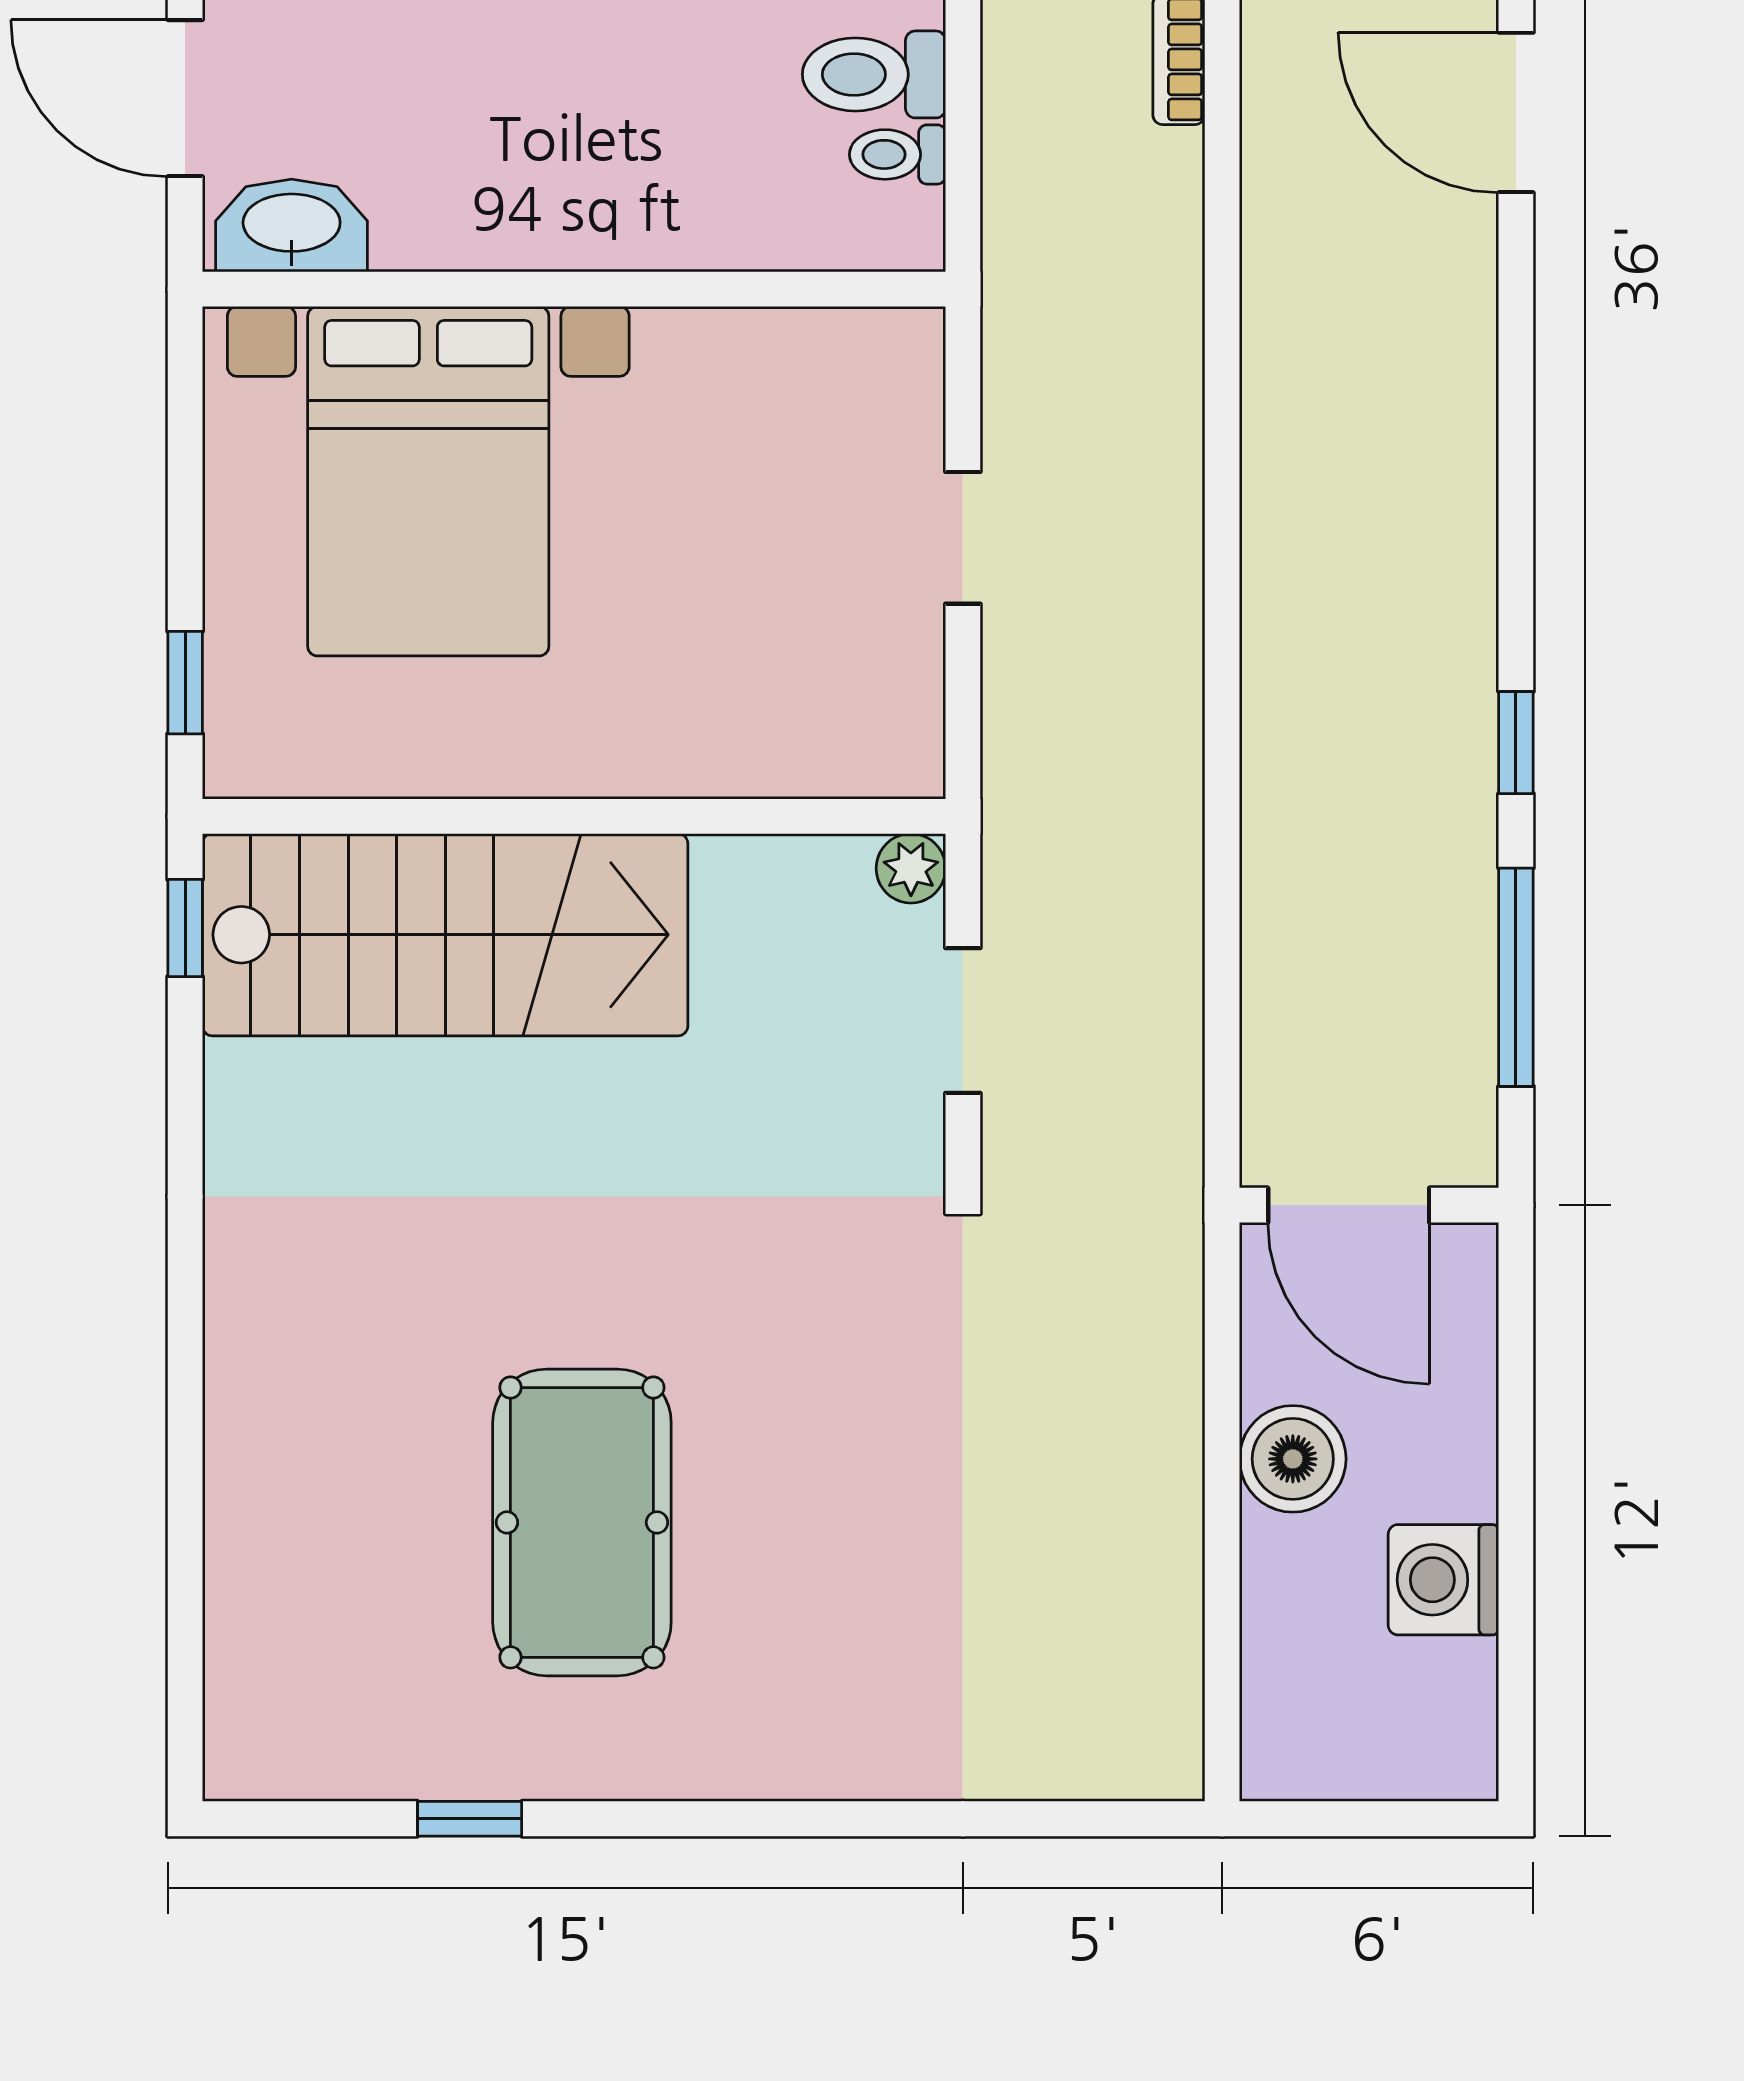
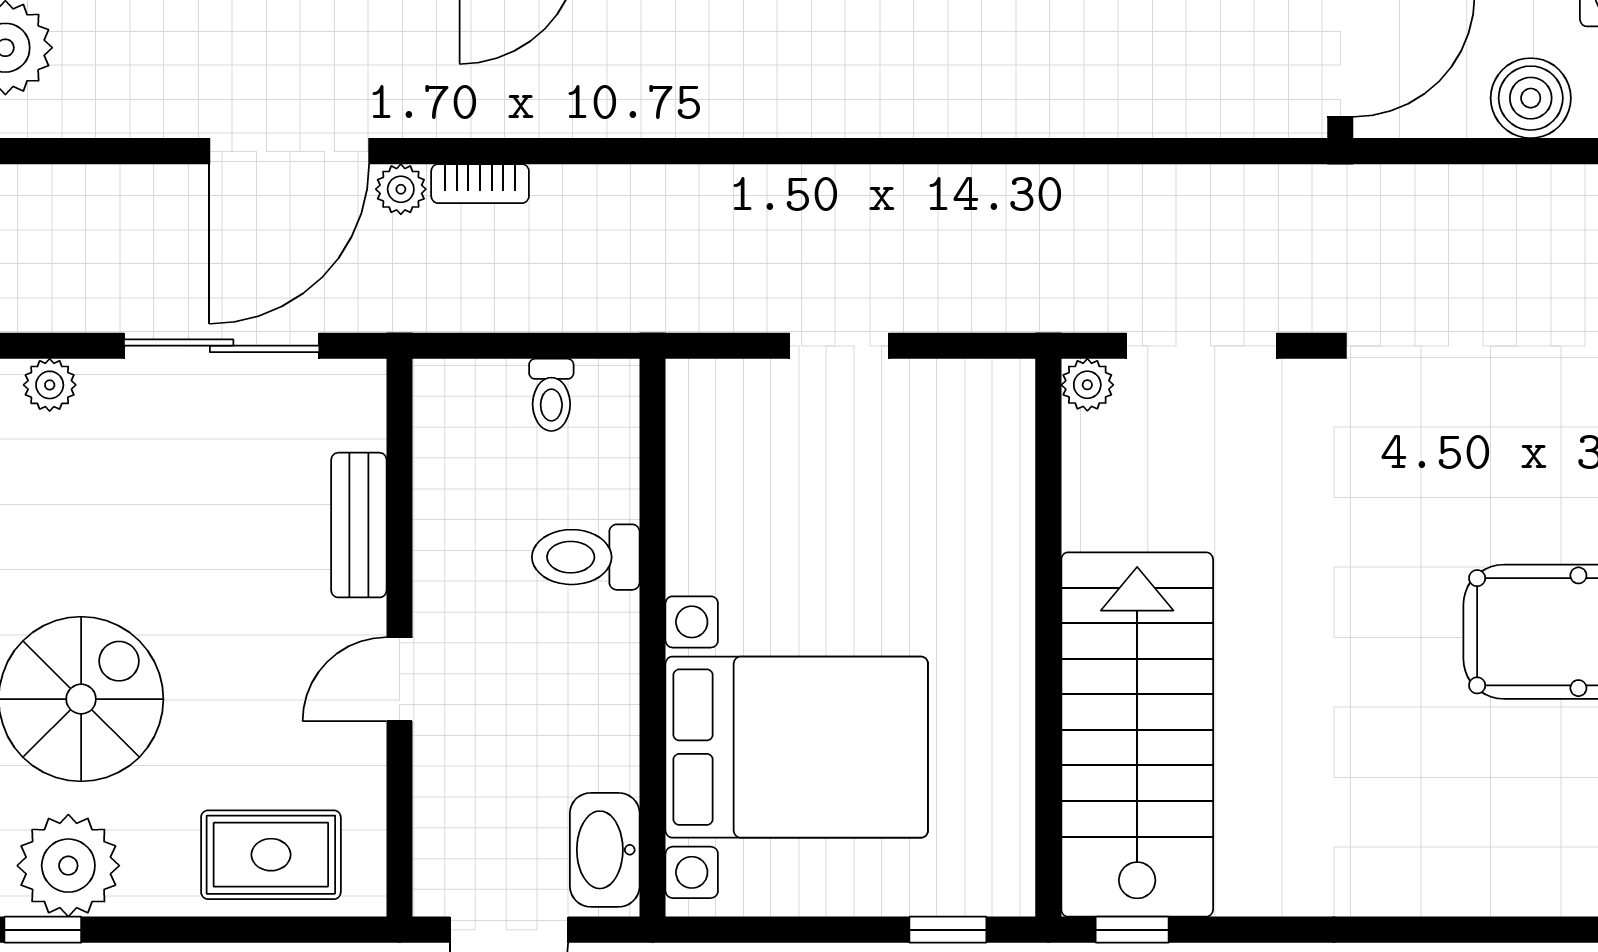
toilet: (874, 74) -> (586, 557), moved, turned 90
doorway: (963, 1020) -> (1202, 346), width x1.38

